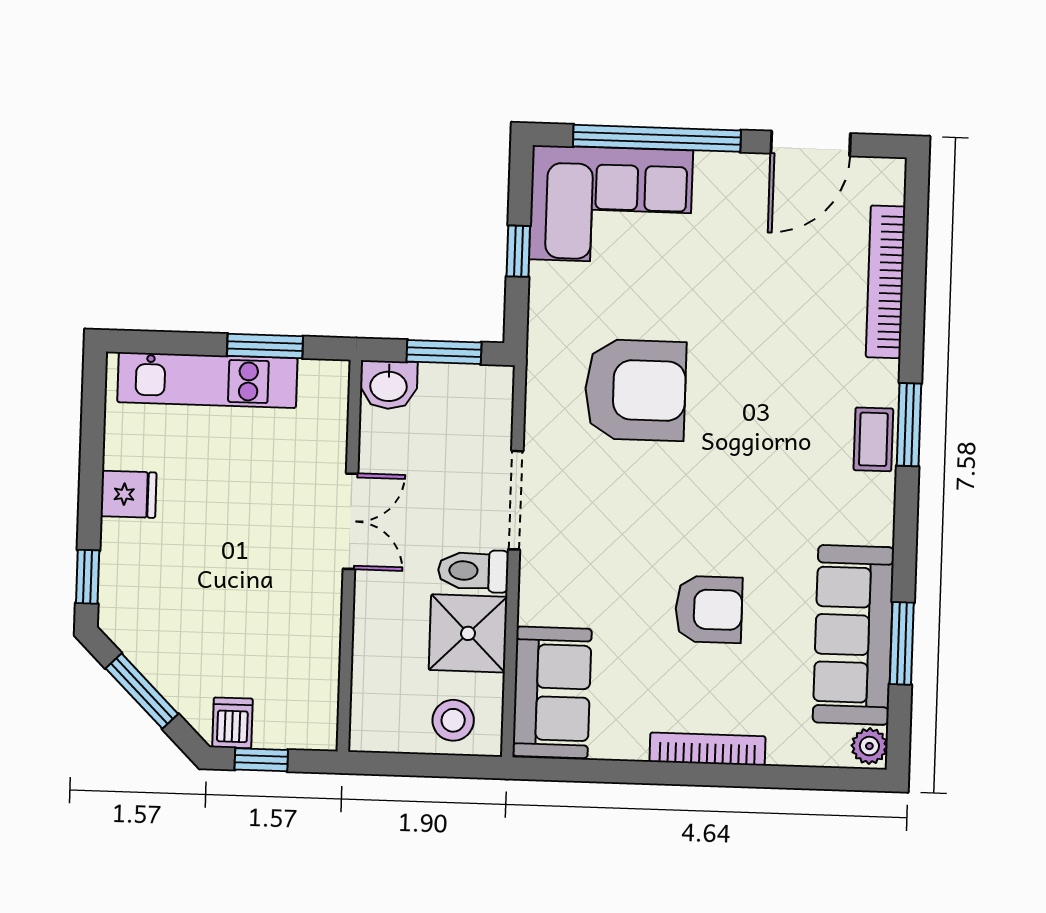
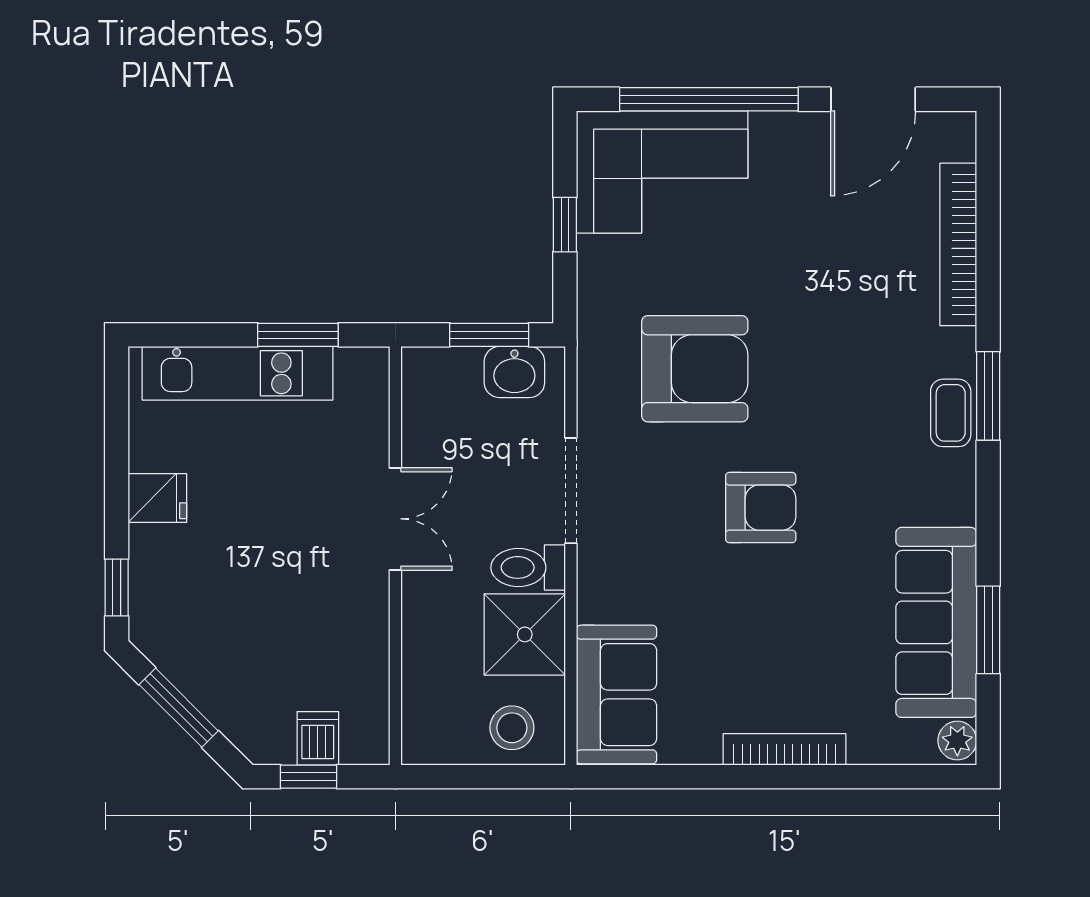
washbasin: (389, 385) -> (514, 372), moved
armchair: (709, 609) -> (761, 508), moved
dishwasher: (232, 723) -> (318, 738), moved

